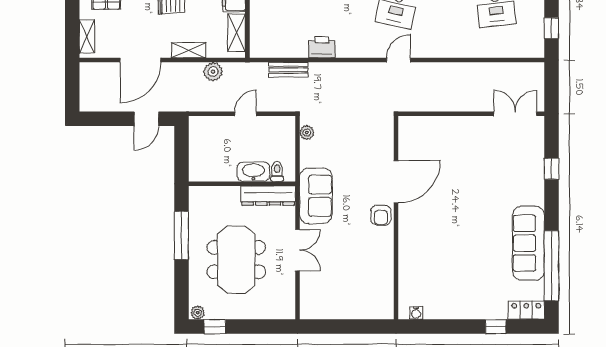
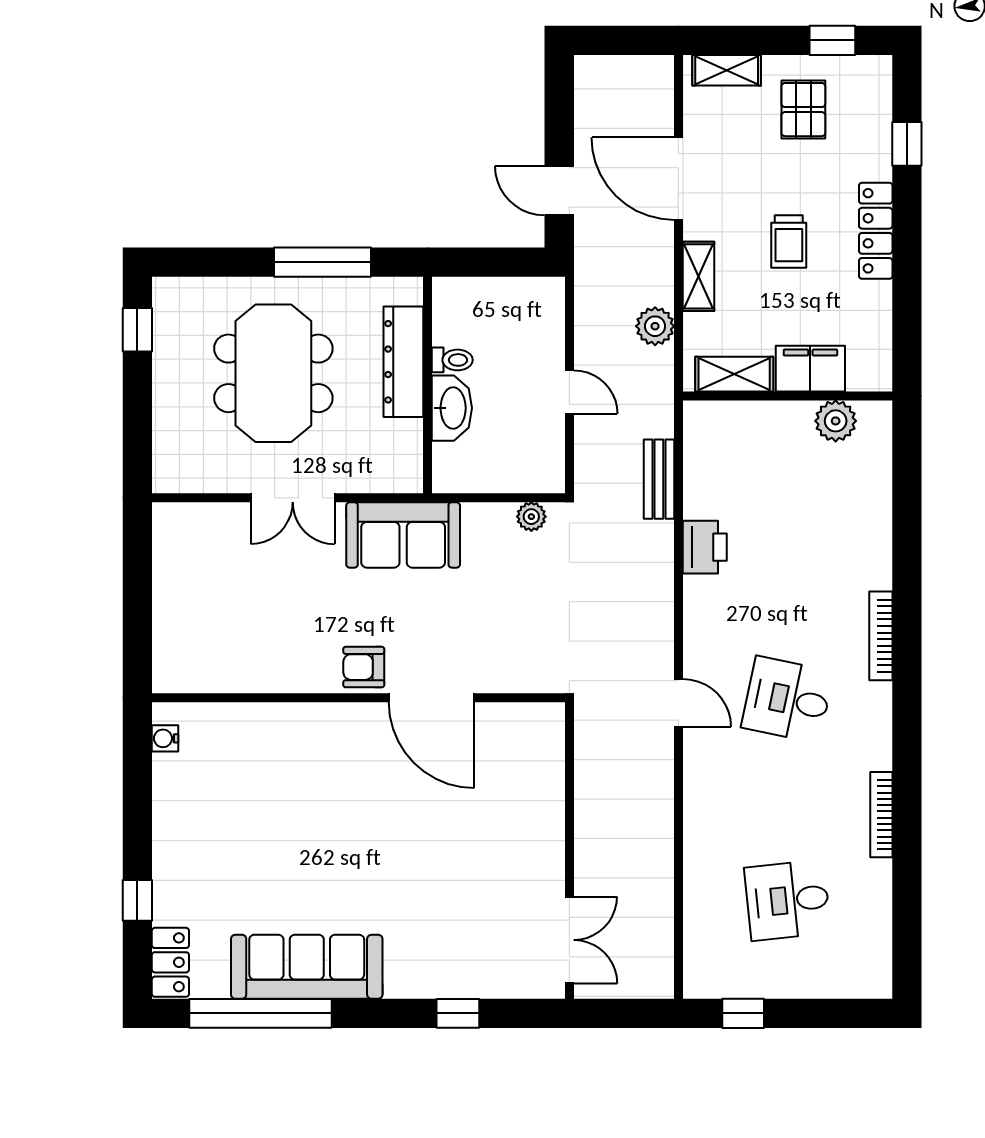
toilet: (277, 171) -> (452, 360), moved
dresser: (268, 196) -> (403, 362), moved
meeting table: (236, 260) -> (273, 373), turned 90
plant: (198, 313) -> (166, 295), removed

